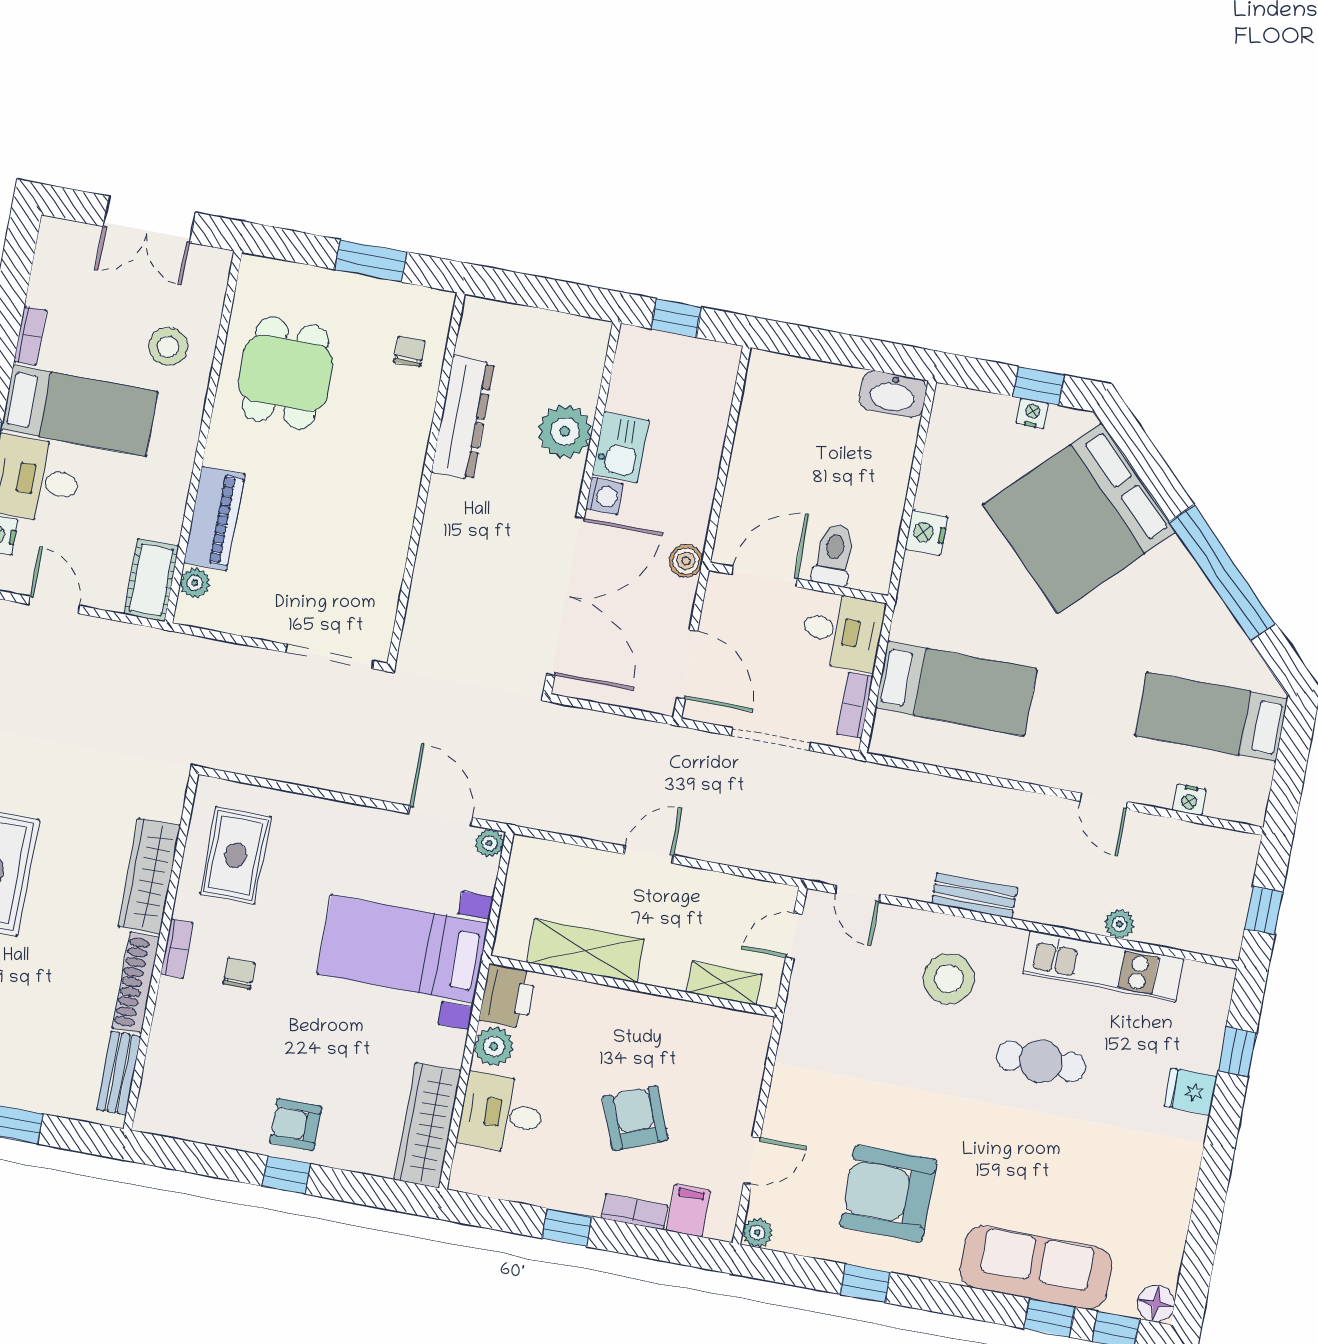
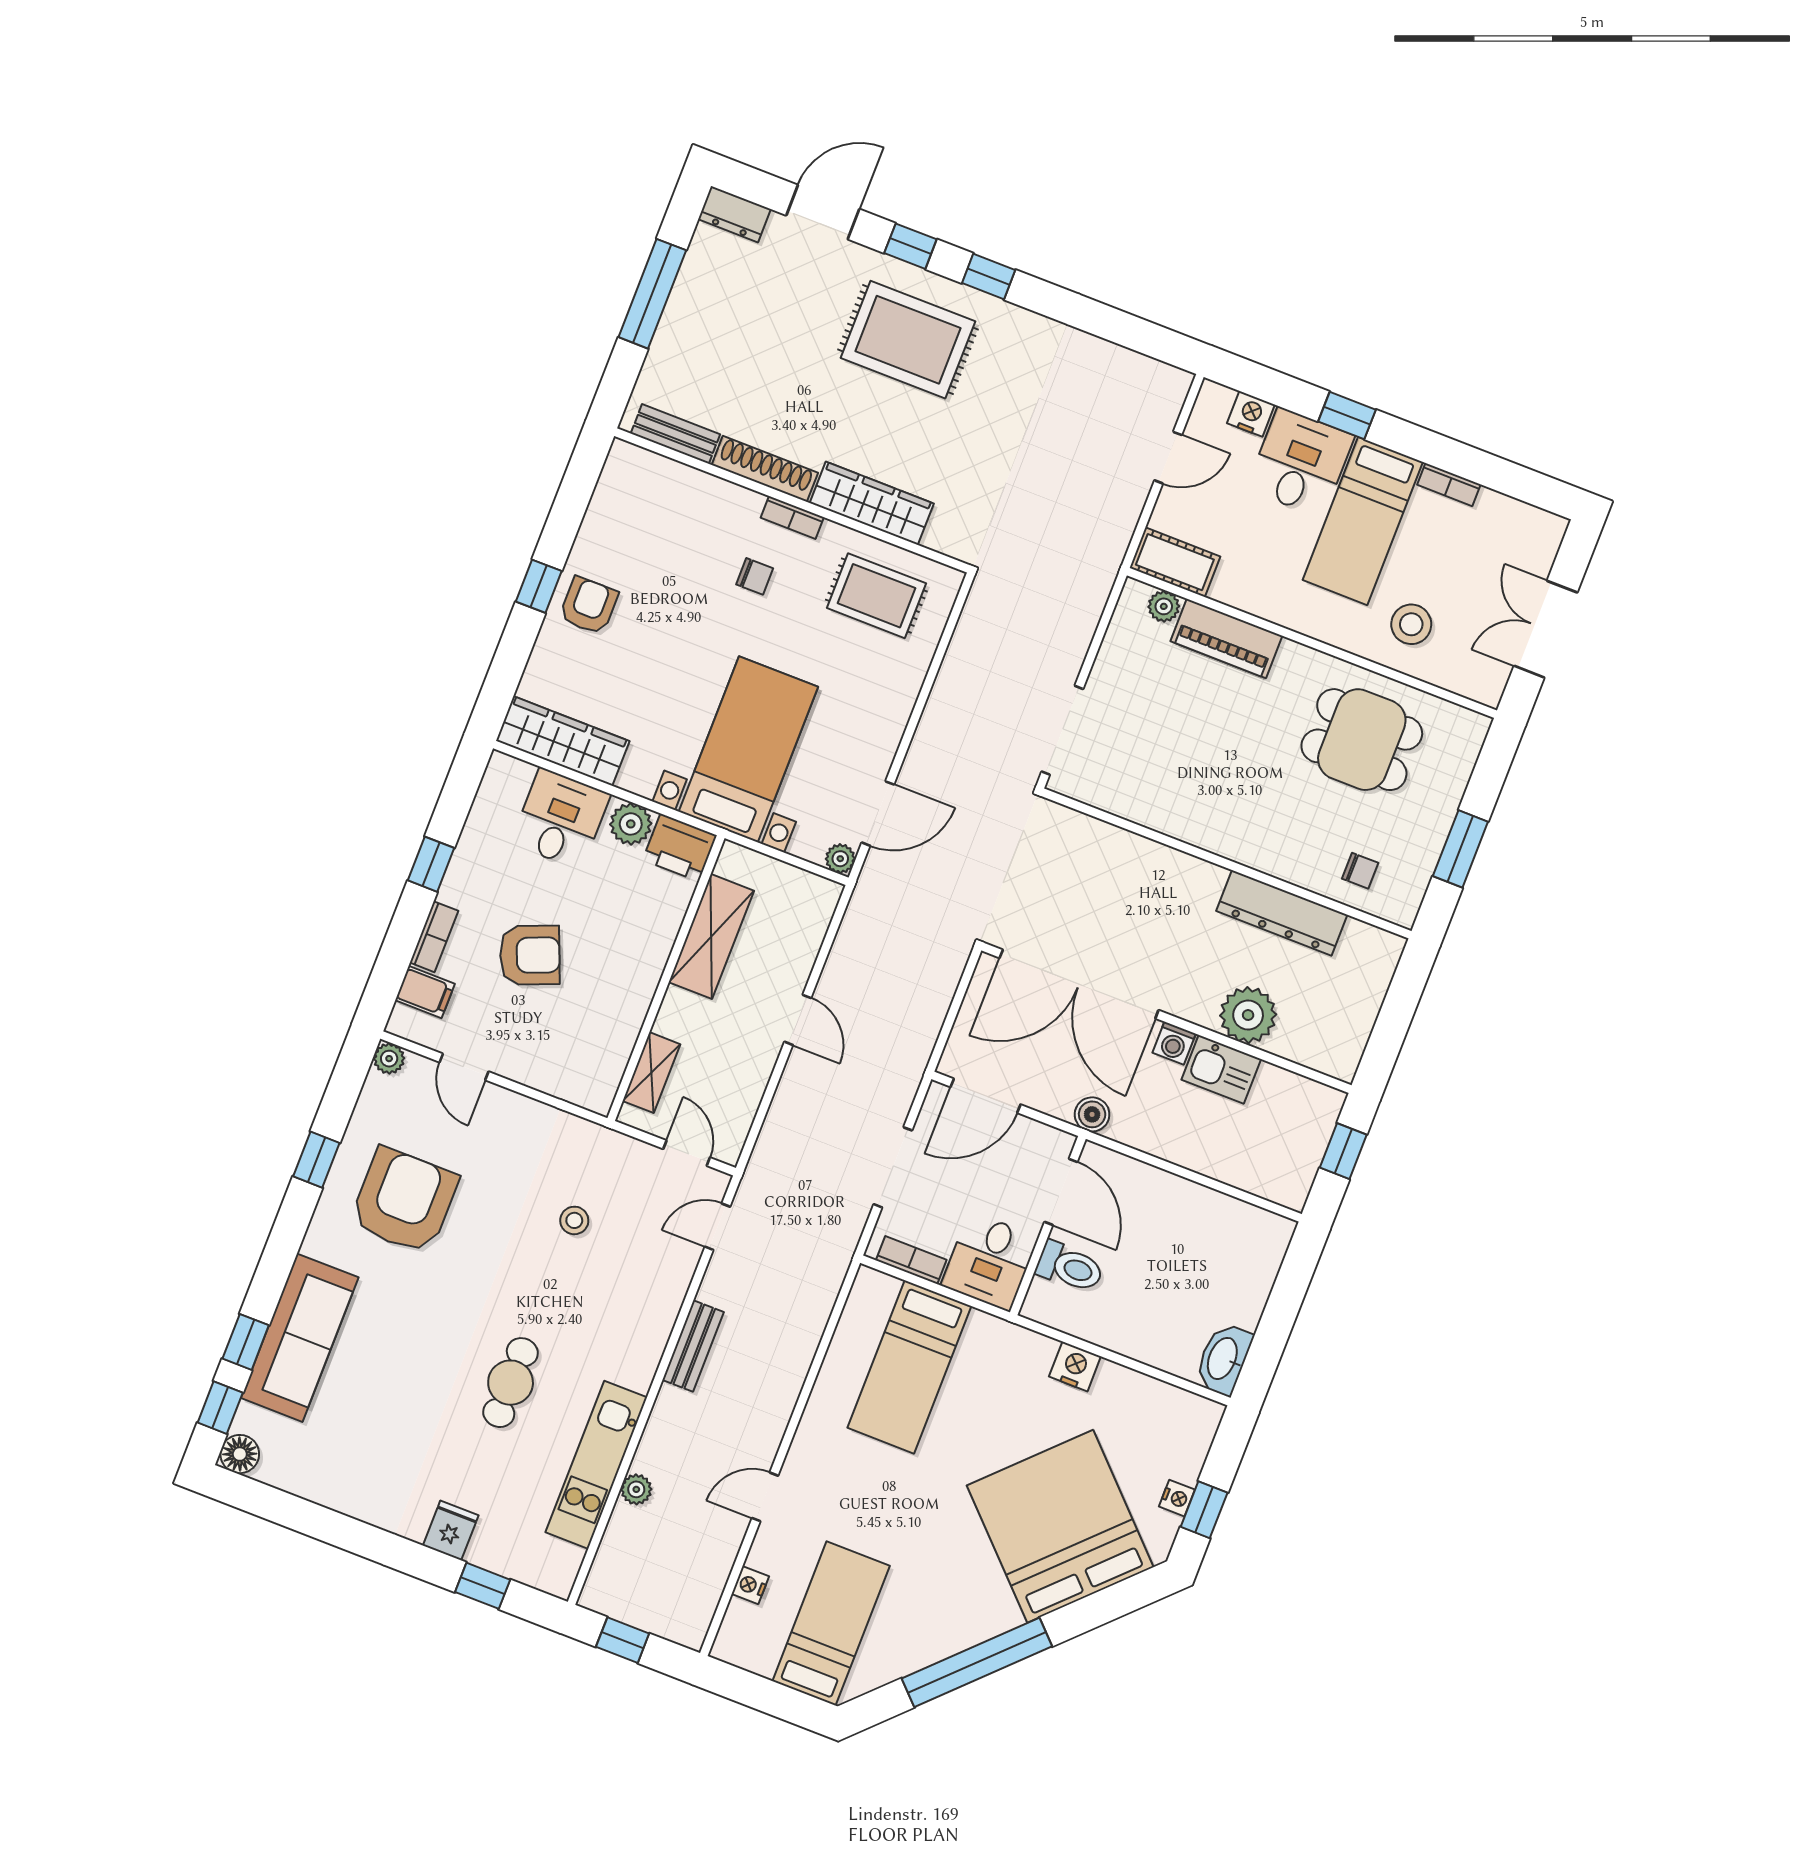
stool: (949, 979) -> (574, 1220), moved, width x0.53, depth x0.53

